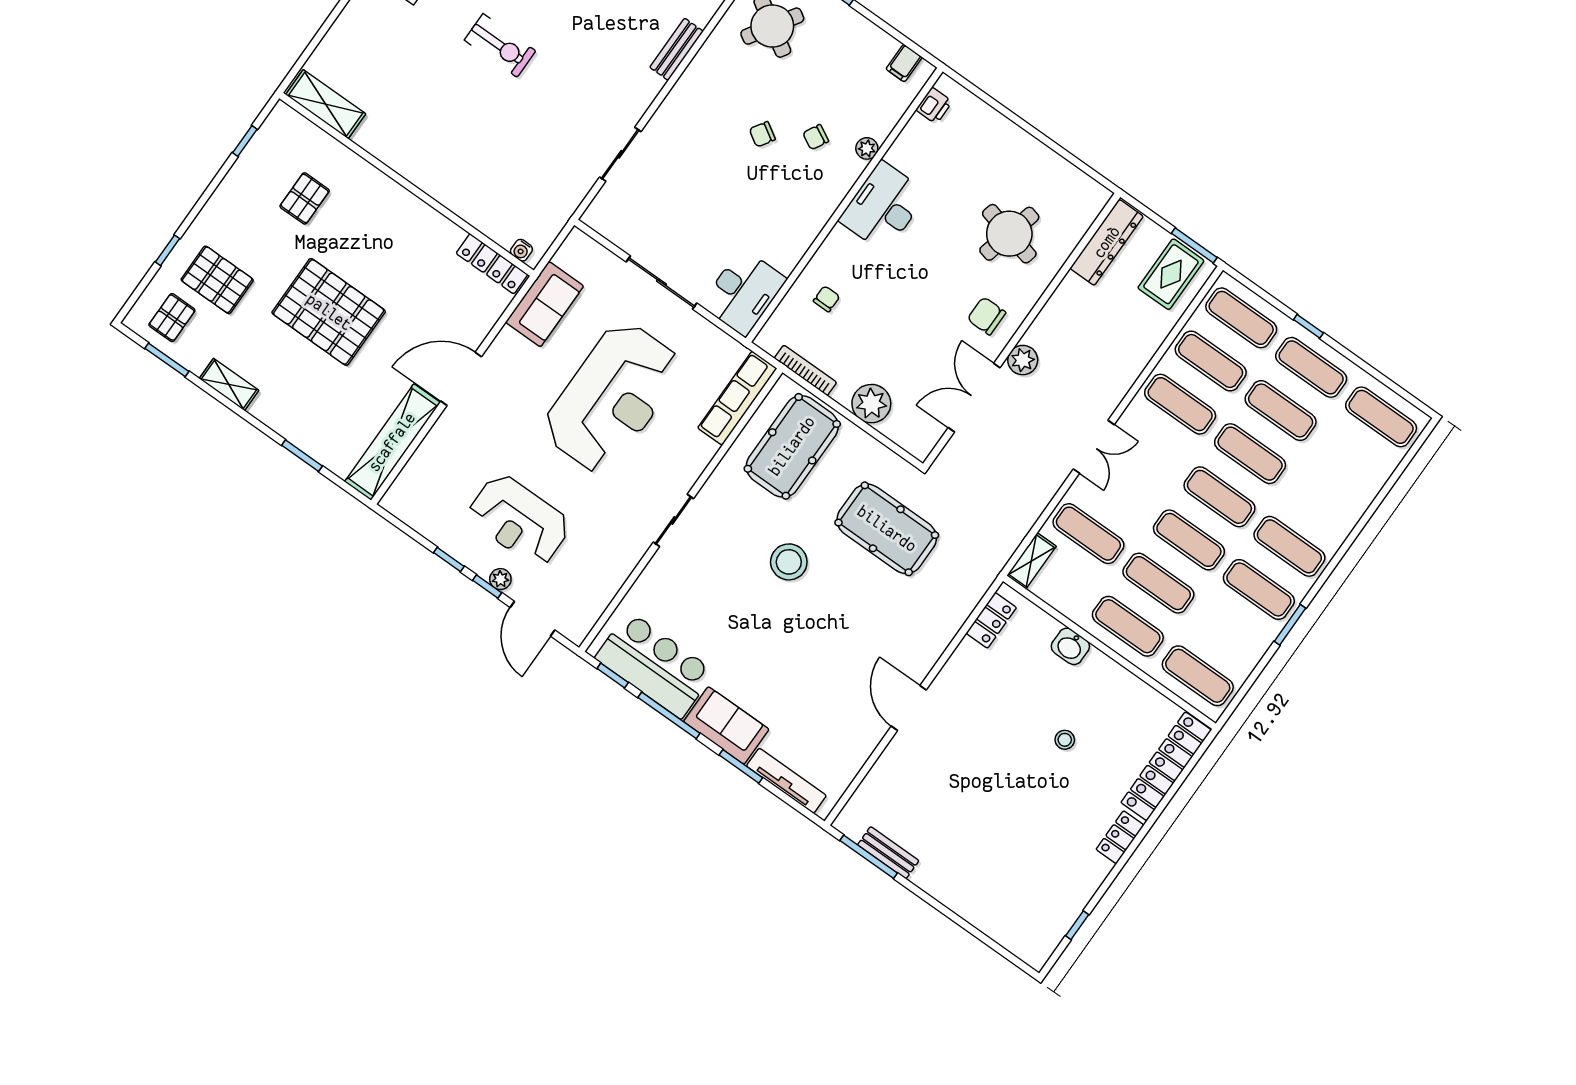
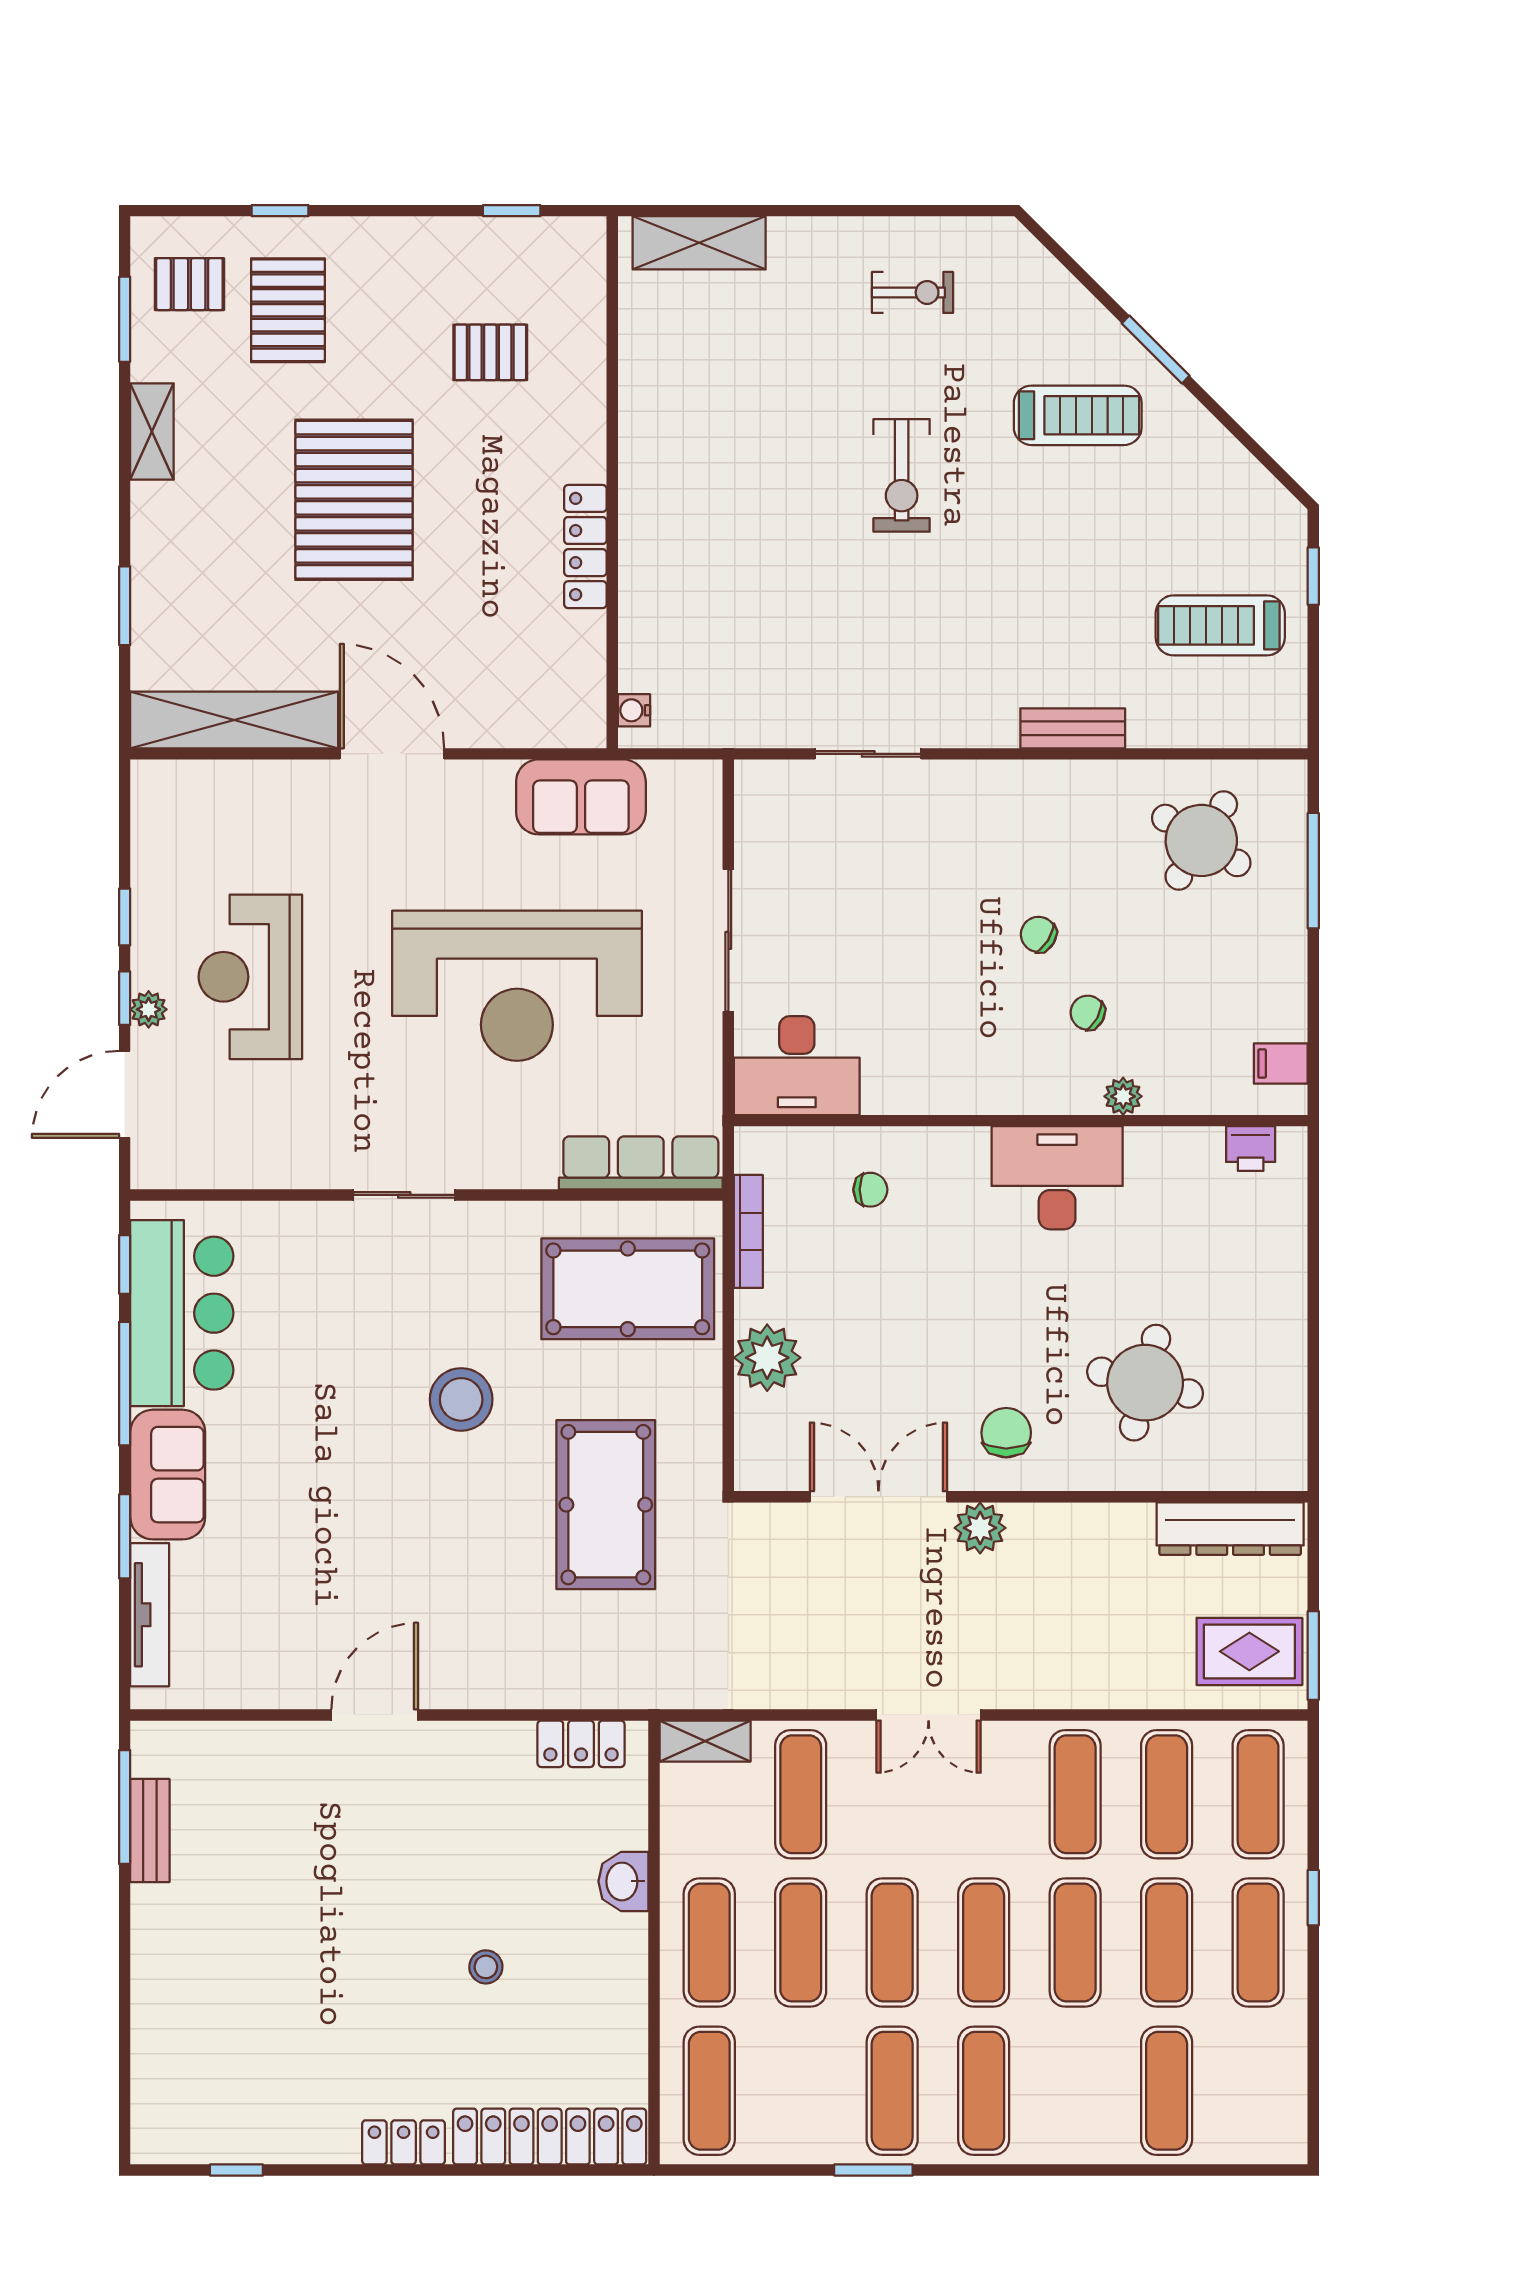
shelving: (326, 104) -> (699, 243), moved, turned 90
locker: (492, 264) -> (585, 547), moved
exercise mat: (1381, 417) -> (1167, 2091), moved

